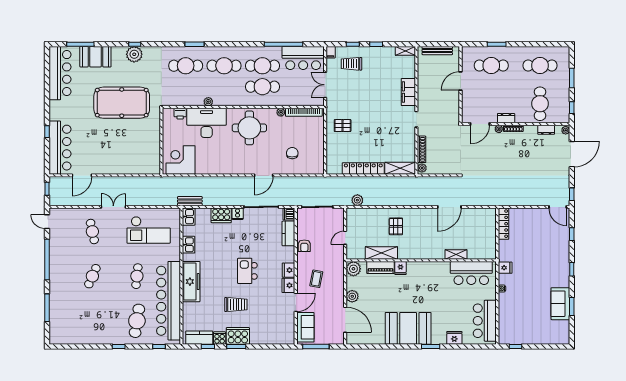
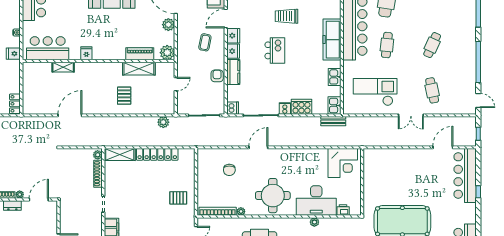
locker: (504, 224) -> (15, 104), width x0.66
kitchen counter: (288, 233) -> (233, 72), moved
fridge: (400, 268) -> (86, 53), moved

